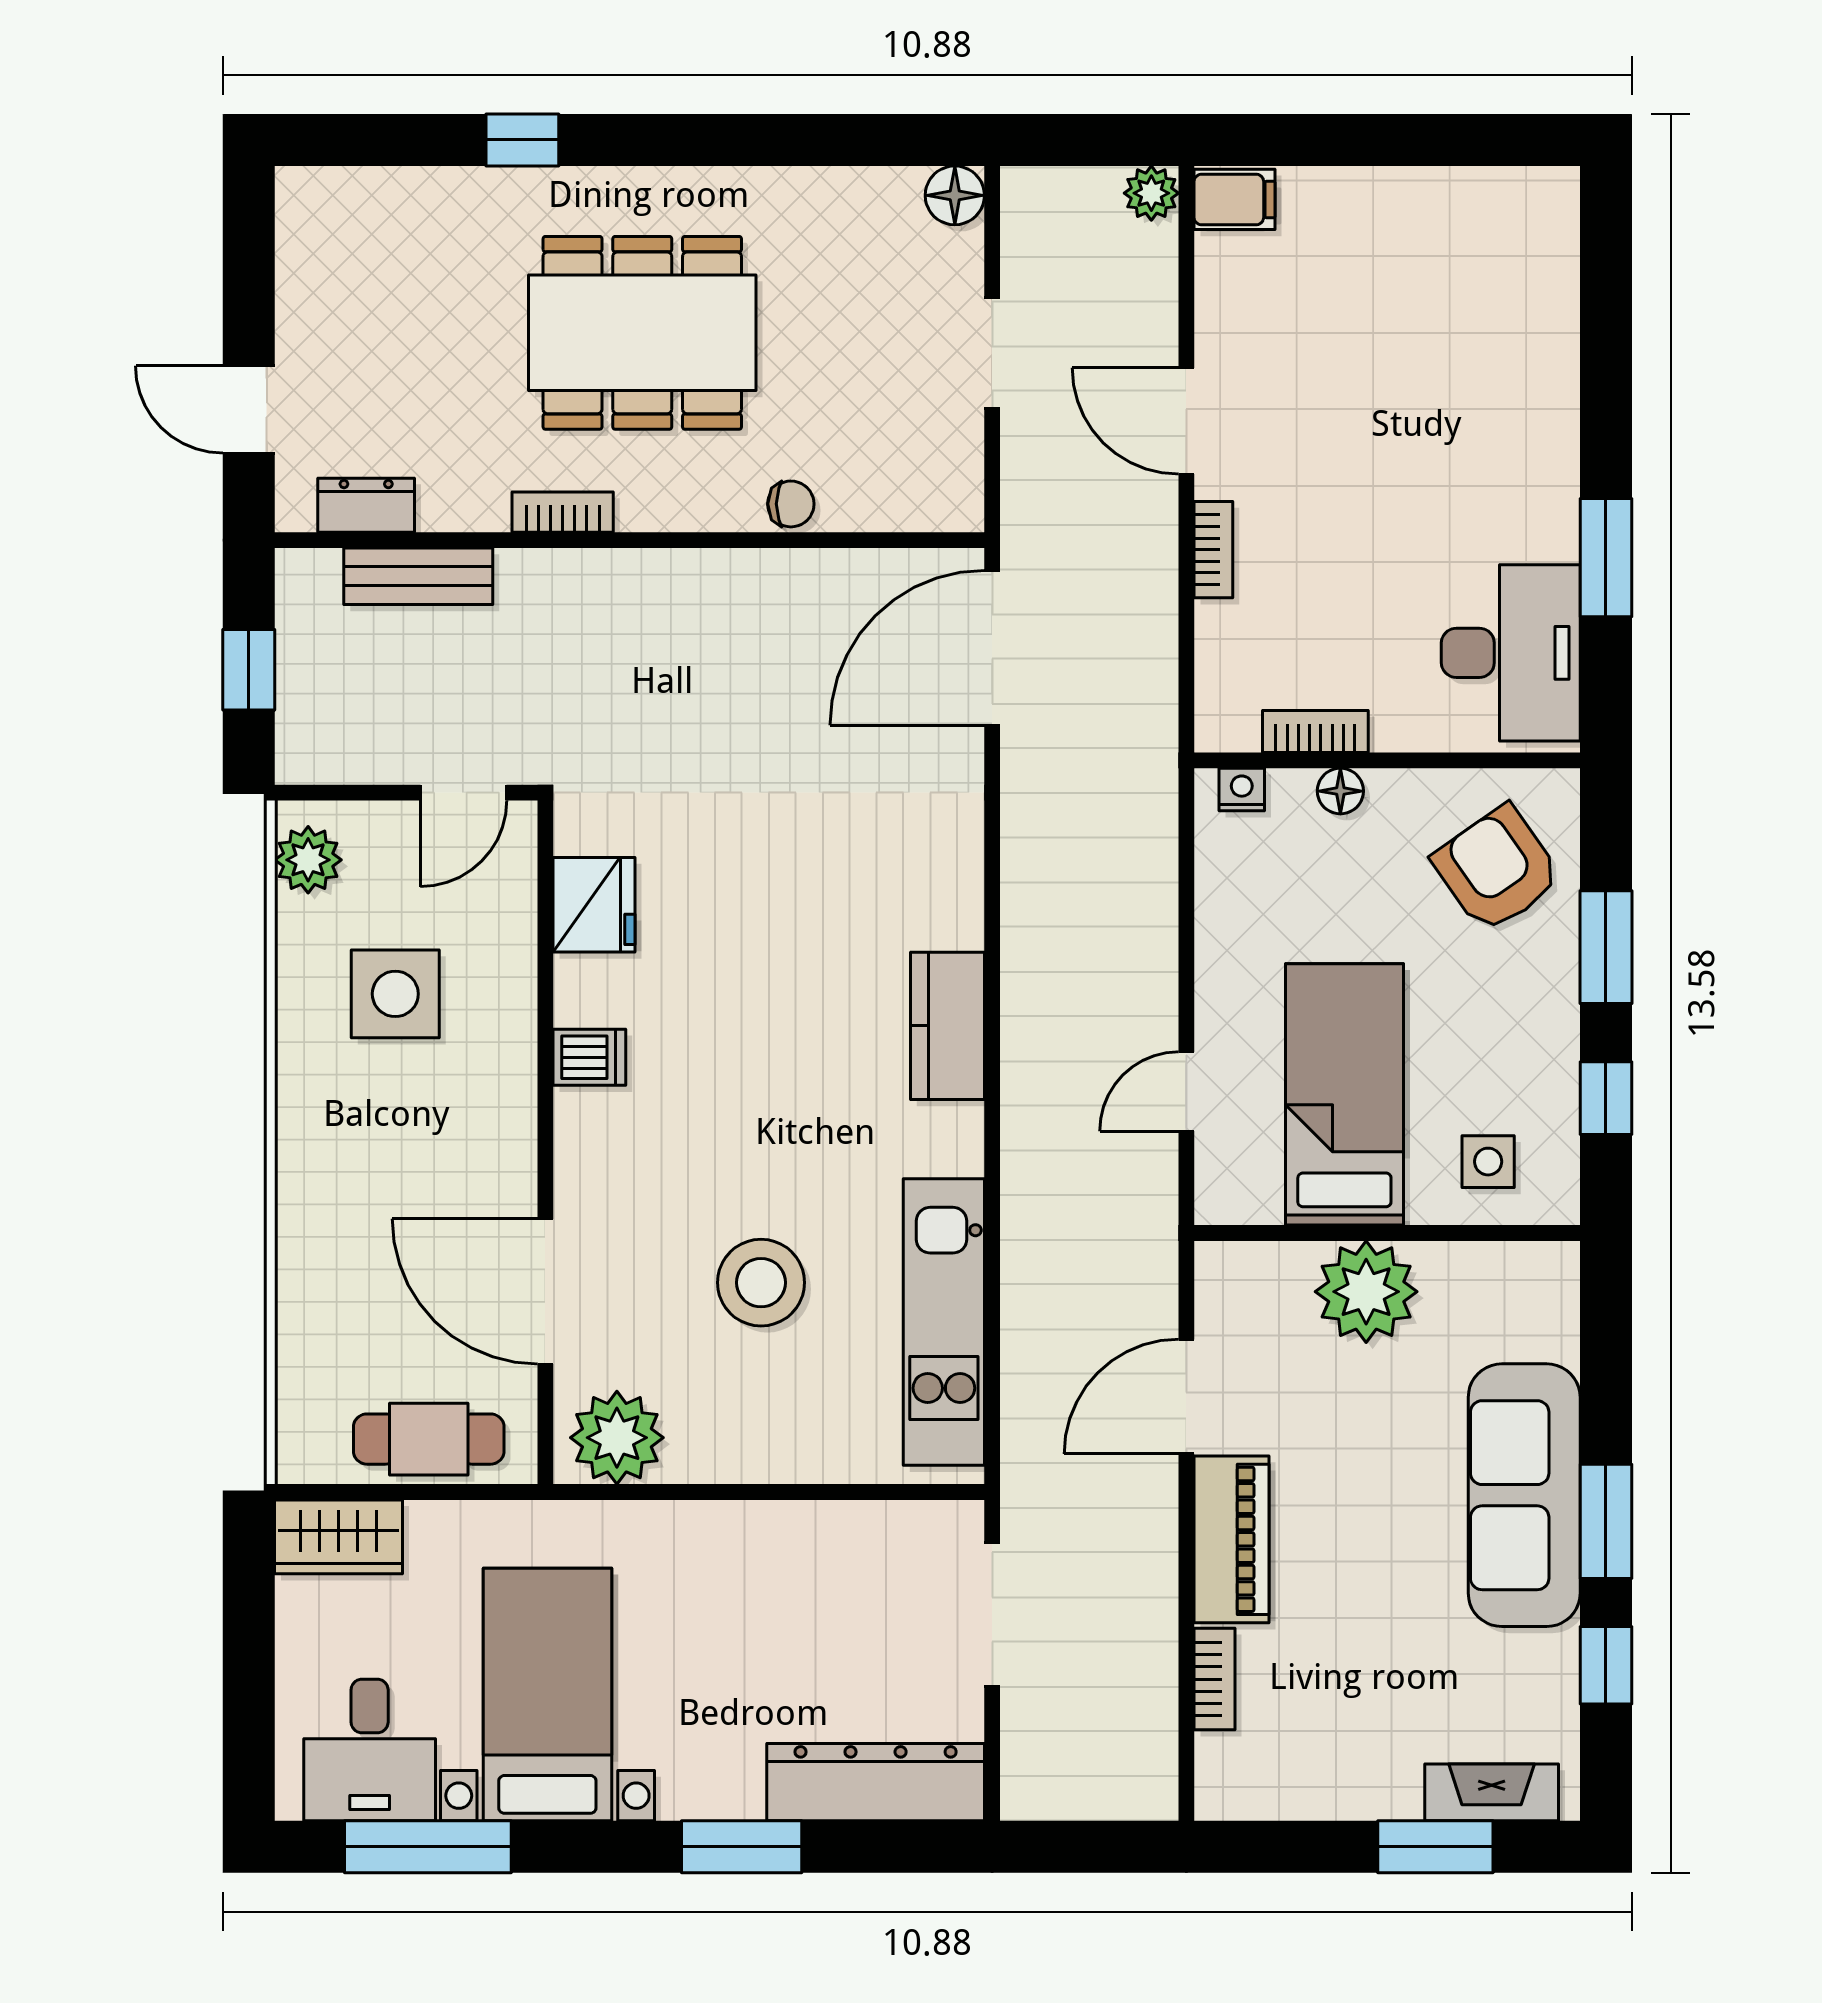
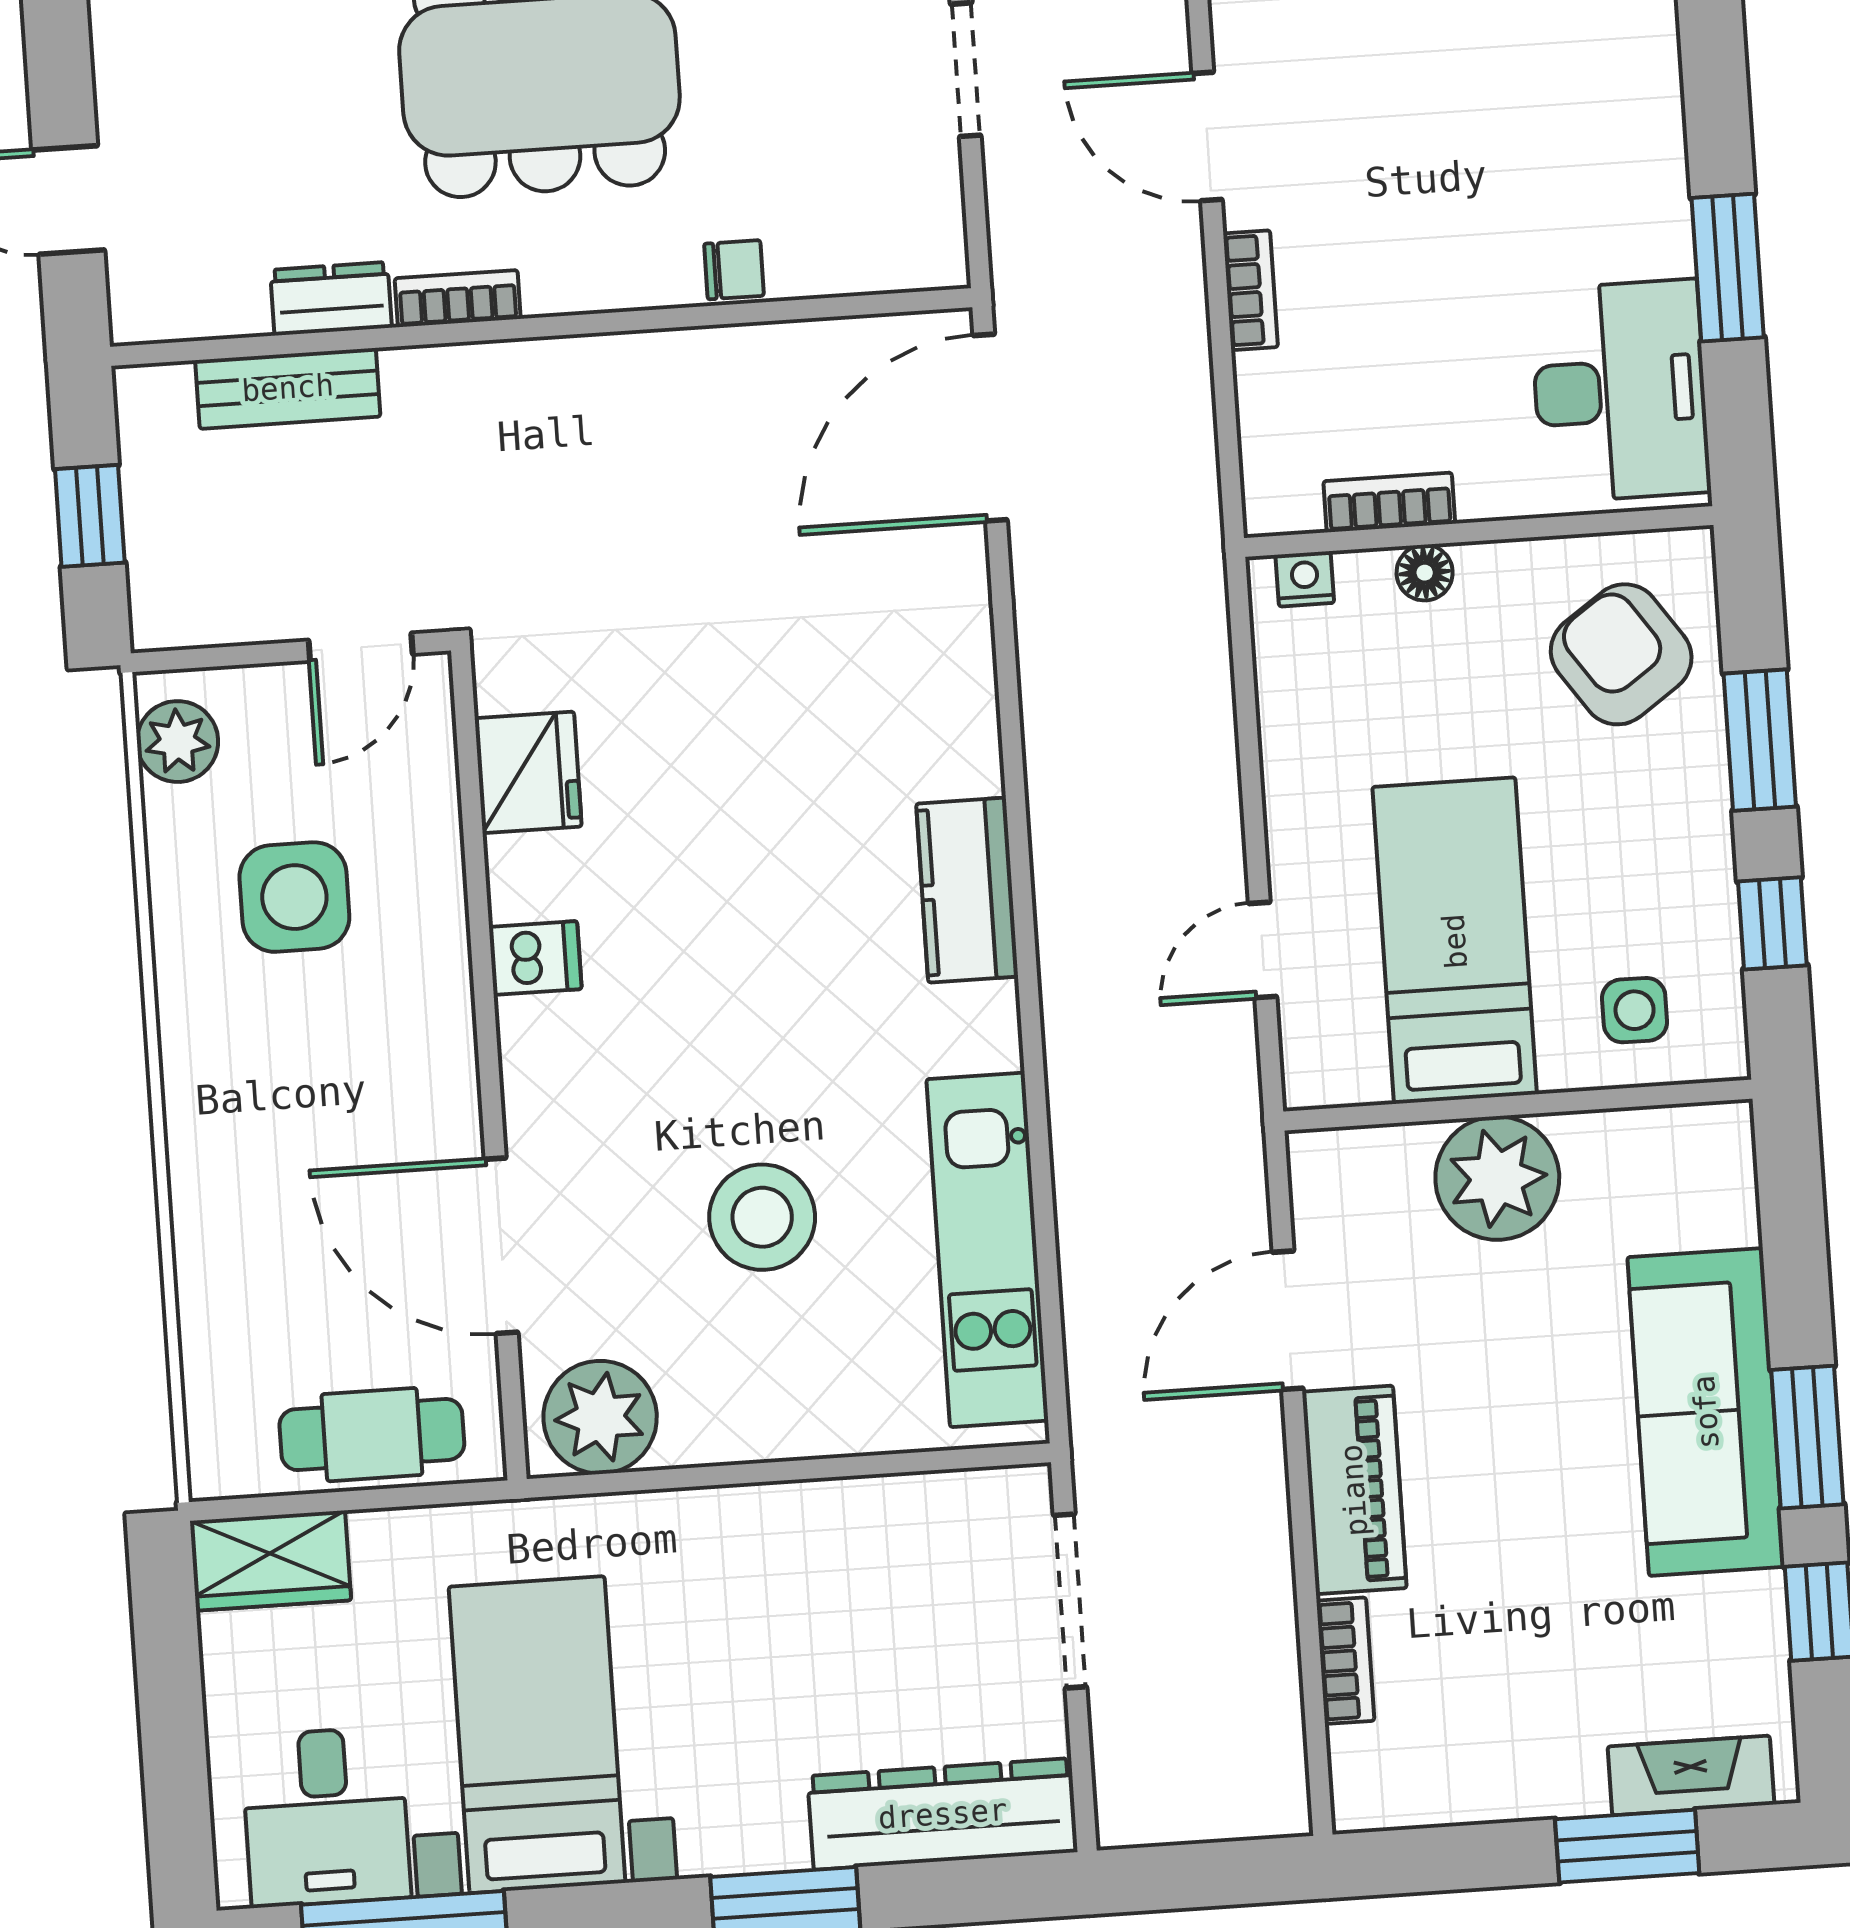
dresser: (366, 505) -> (331, 299), moved

